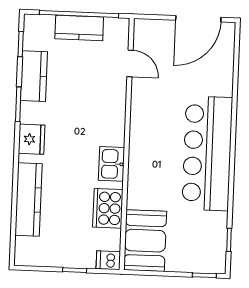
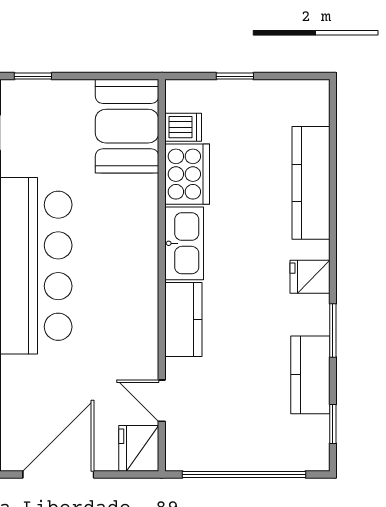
kitchen counter: (79, 28) -> (183, 319), moved, turned 90
fridge: (146, 33) -> (139, 448), added
fridge: (32, 139) -> (310, 277), width x0.72
kitchen sink: (112, 164) -> (184, 243), width x1.38
dishwasher: (108, 260) -> (183, 127), moved

